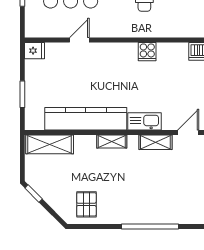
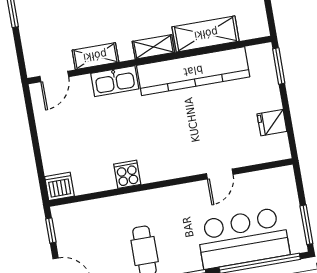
fridge: (35, 51) -> (272, 123), moved
window: (22, 94) -> (279, 66), moved
shelving: (50, 144) -> (206, 34), moved

